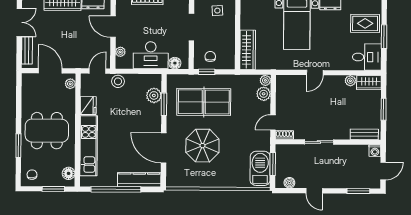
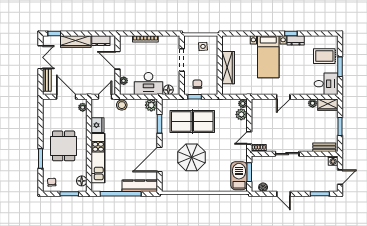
wardrobe: (248, 50) -> (228, 68), moved
plant: (154, 95) -> (151, 105), moved
dining table: (47, 131) -> (64, 146), width x0.73
door: (164, 148) -> (160, 159), hinge flipped

